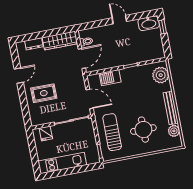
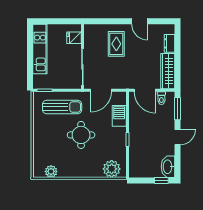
window: (93, 25) -> (177, 109), added
bench: (171, 108) -> (75, 173), removed
round table: (143, 130) -> (81, 135), moved

